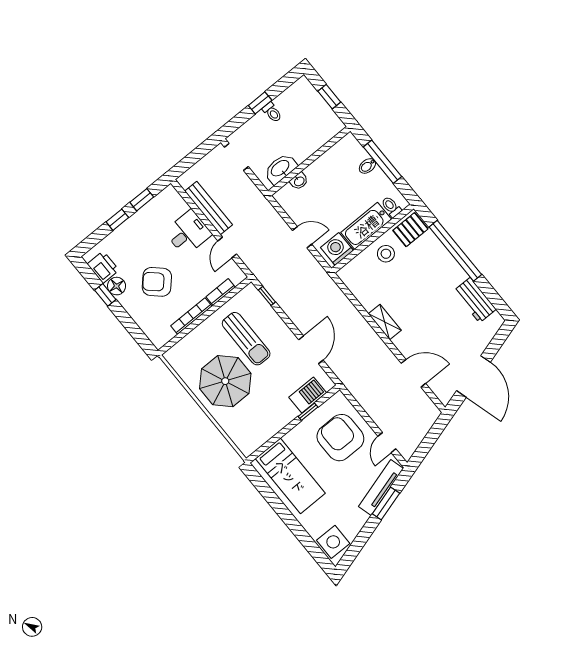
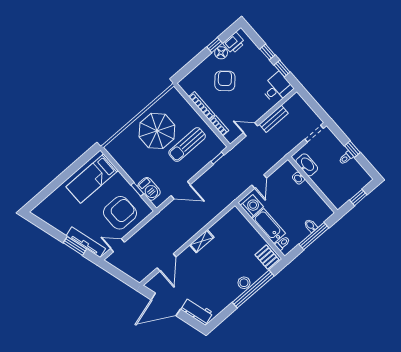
bench: (208, 208) -> (274, 119), width x0.73
desk: (188, 233) -> (277, 88), moved, turned -90
stool: (386, 254) -> (244, 283), moved
workbench: (475, 300) -> (197, 311), moved, turned 74
side table: (333, 542) -> (47, 210), removed

